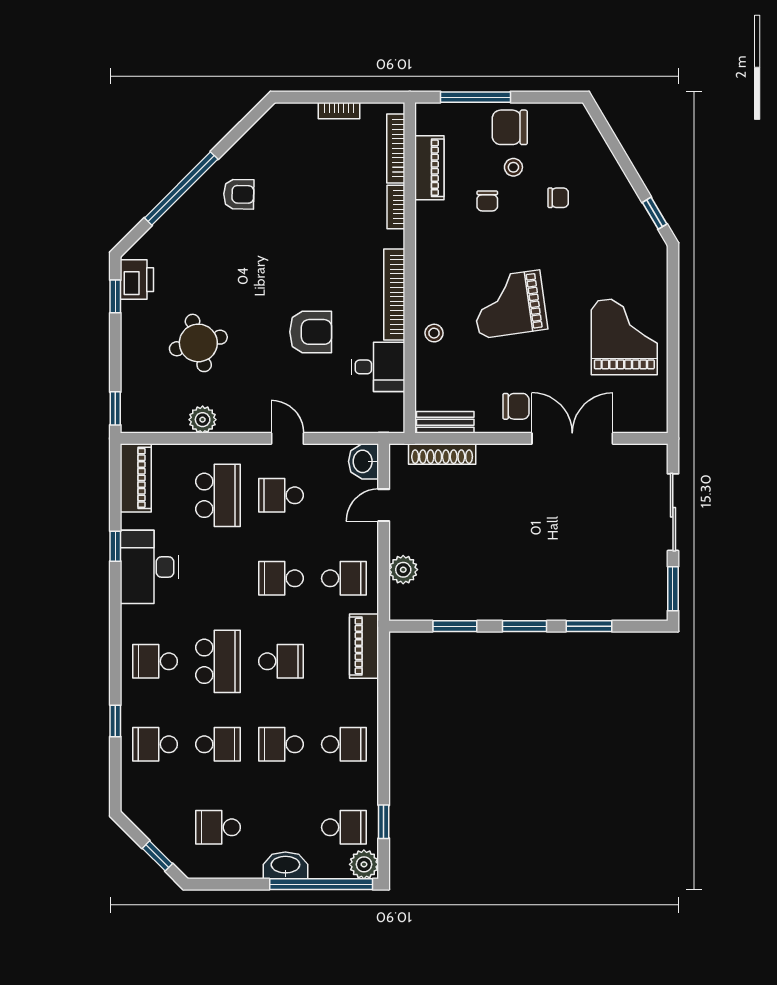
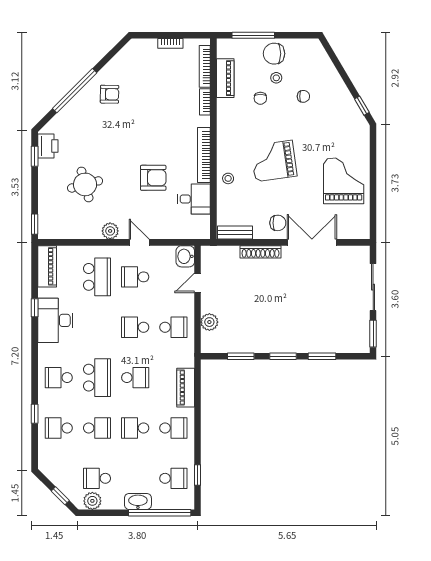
plant: (203, 420) -> (110, 231), moved
shoe rack: (442, 454) -> (260, 252), moved
piano: (364, 646) -> (186, 388), moved
plant: (364, 864) -> (92, 501), moved

